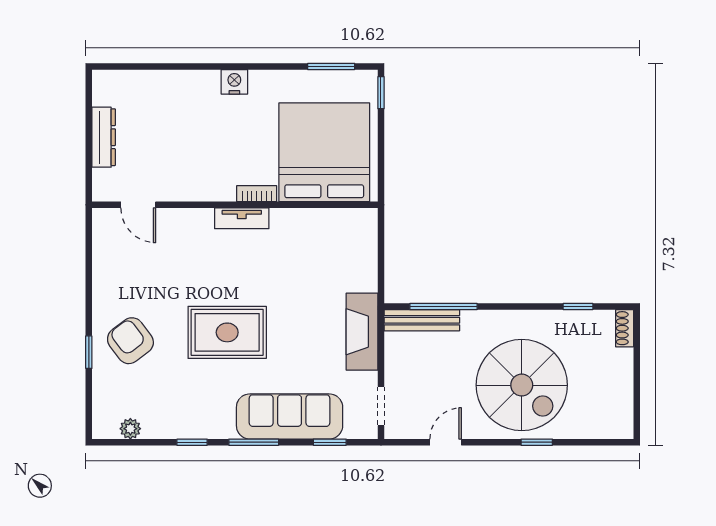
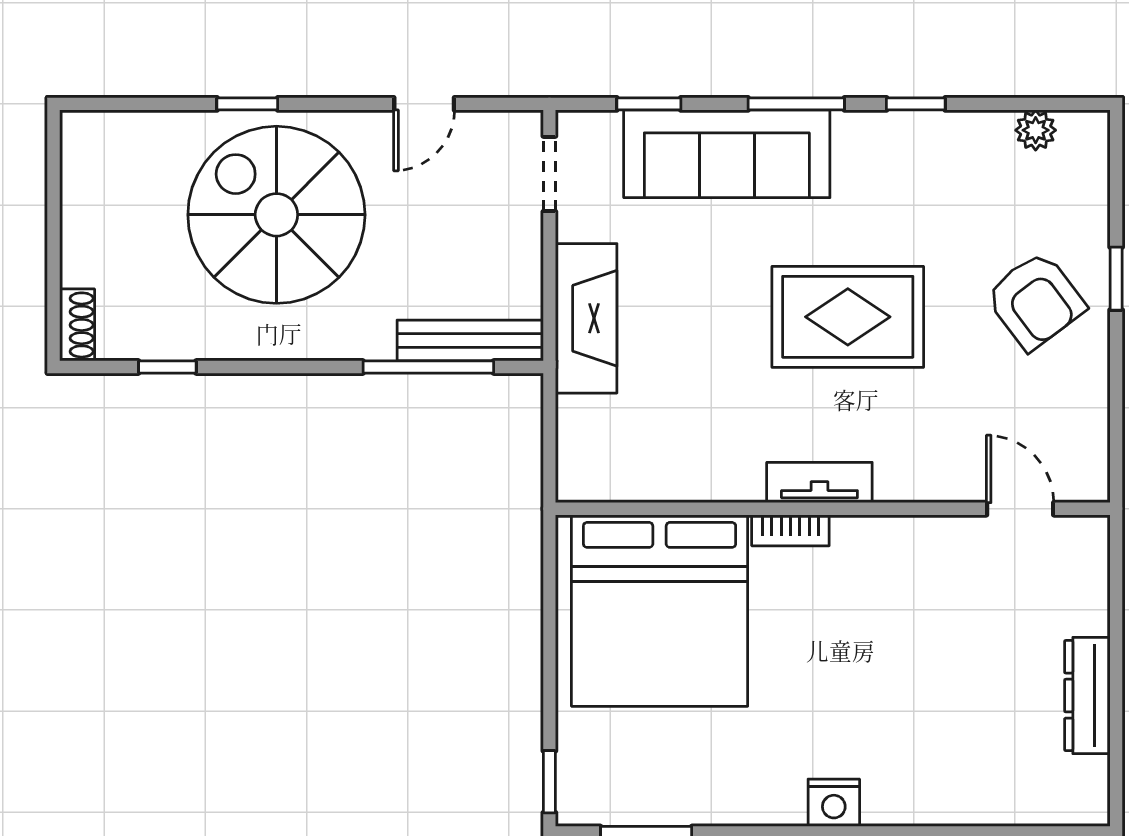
bed: (324, 152) -> (660, 611), moved
bookcase: (257, 194) -> (790, 530), moved
door: (138, 205) -> (1020, 509), moved
wall: (235, 205) -> (833, 509), moved
tv unit: (242, 218) -> (819, 482), moved

